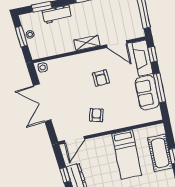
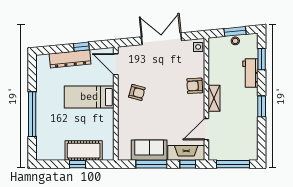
armchair: (101, 78) -> (195, 86), moved
bed: (127, 154) -> (89, 97), moved

